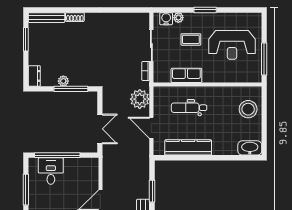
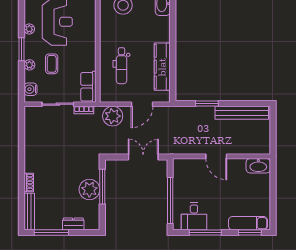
plant: (178, 18) -> (29, 65), moved
plant: (225, 18) -> (29, 29), added
window: (26, 39) -> (51, 233), width x1.44
row of seats: (186, 75) -> (88, 87), moved
dresser: (34, 76) -> (73, 224), moved
plant: (63, 81) -> (89, 190), width x1.88, depth x1.88
desk: (51, 171) -> (194, 216), moved, turned -90

